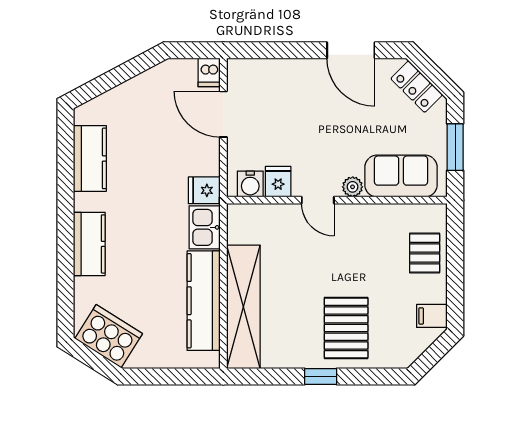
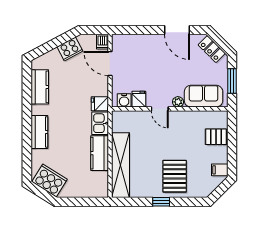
cooker: (147, 86) -> (70, 49), added
pallet: (425, 253) -> (216, 137), turned 90
kitchen counter: (204, 301) -> (100, 153), width x0.67

